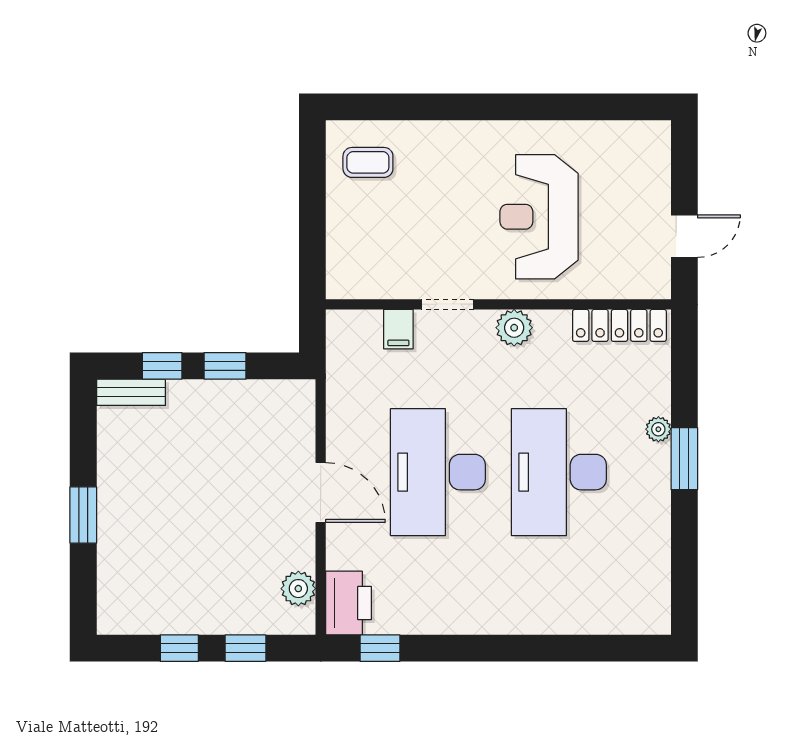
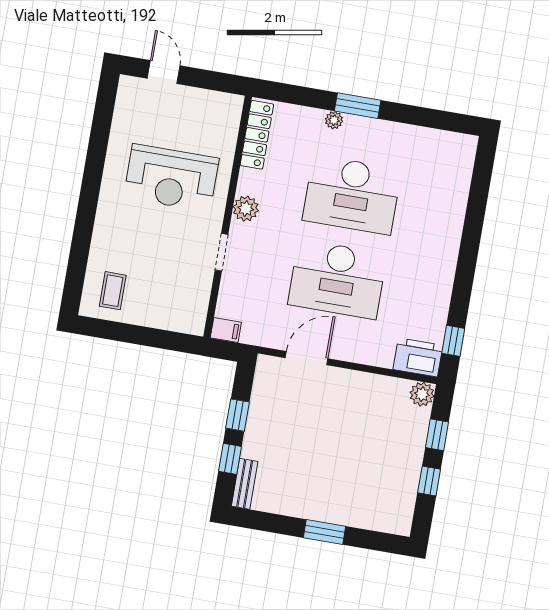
door: (684, 236) -> (164, 72), moved
filing cabinet: (398, 329) -> (226, 330), moved
door: (321, 492) -> (307, 358), moved
plant: (298, 589) -> (422, 394), moved

